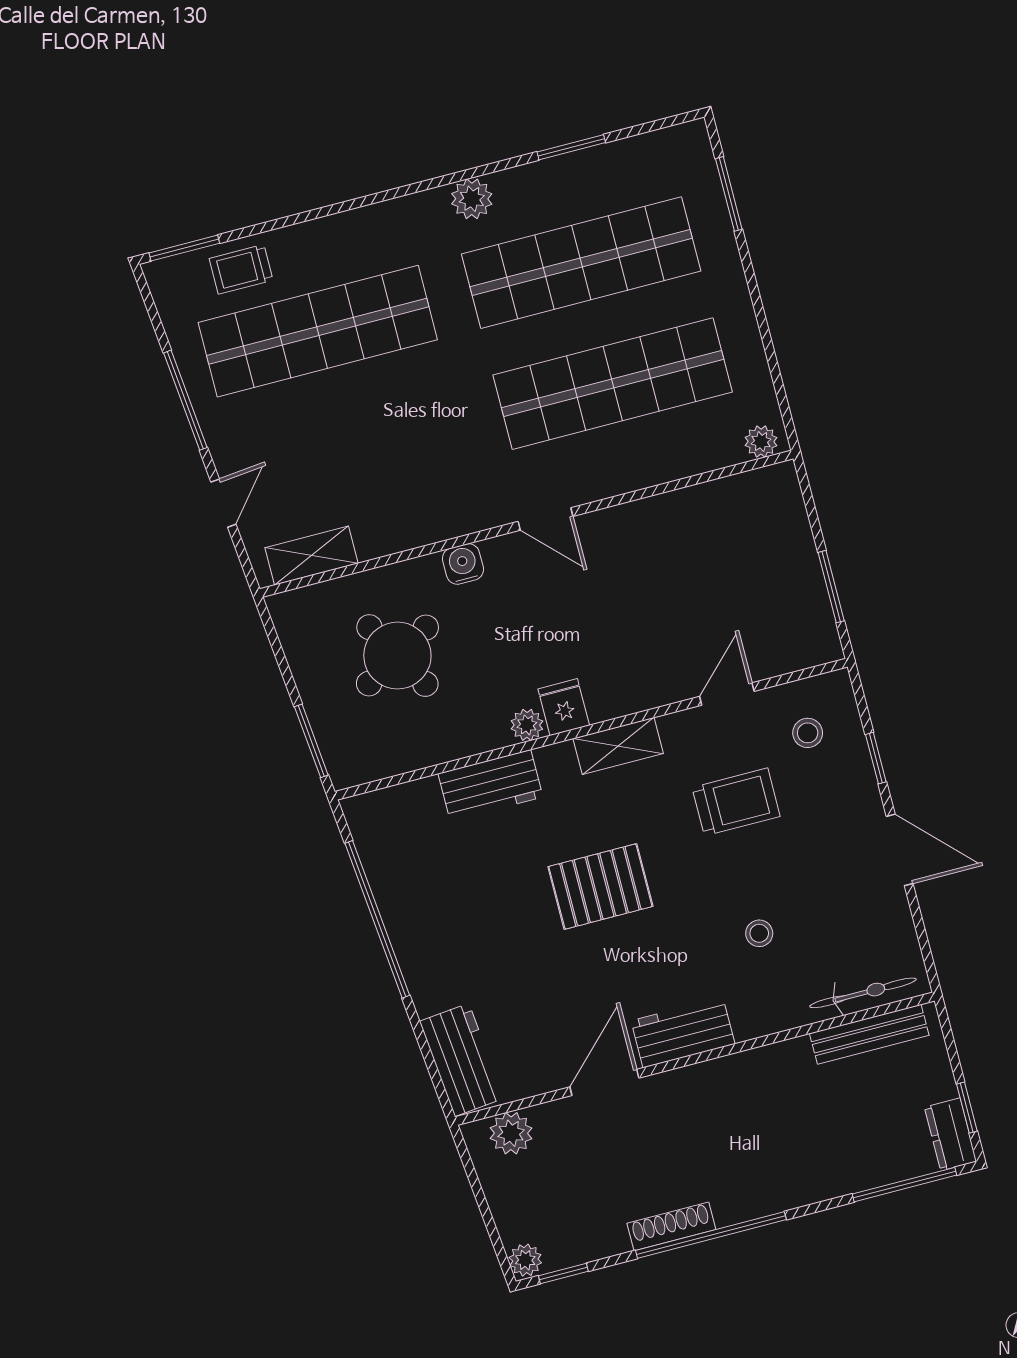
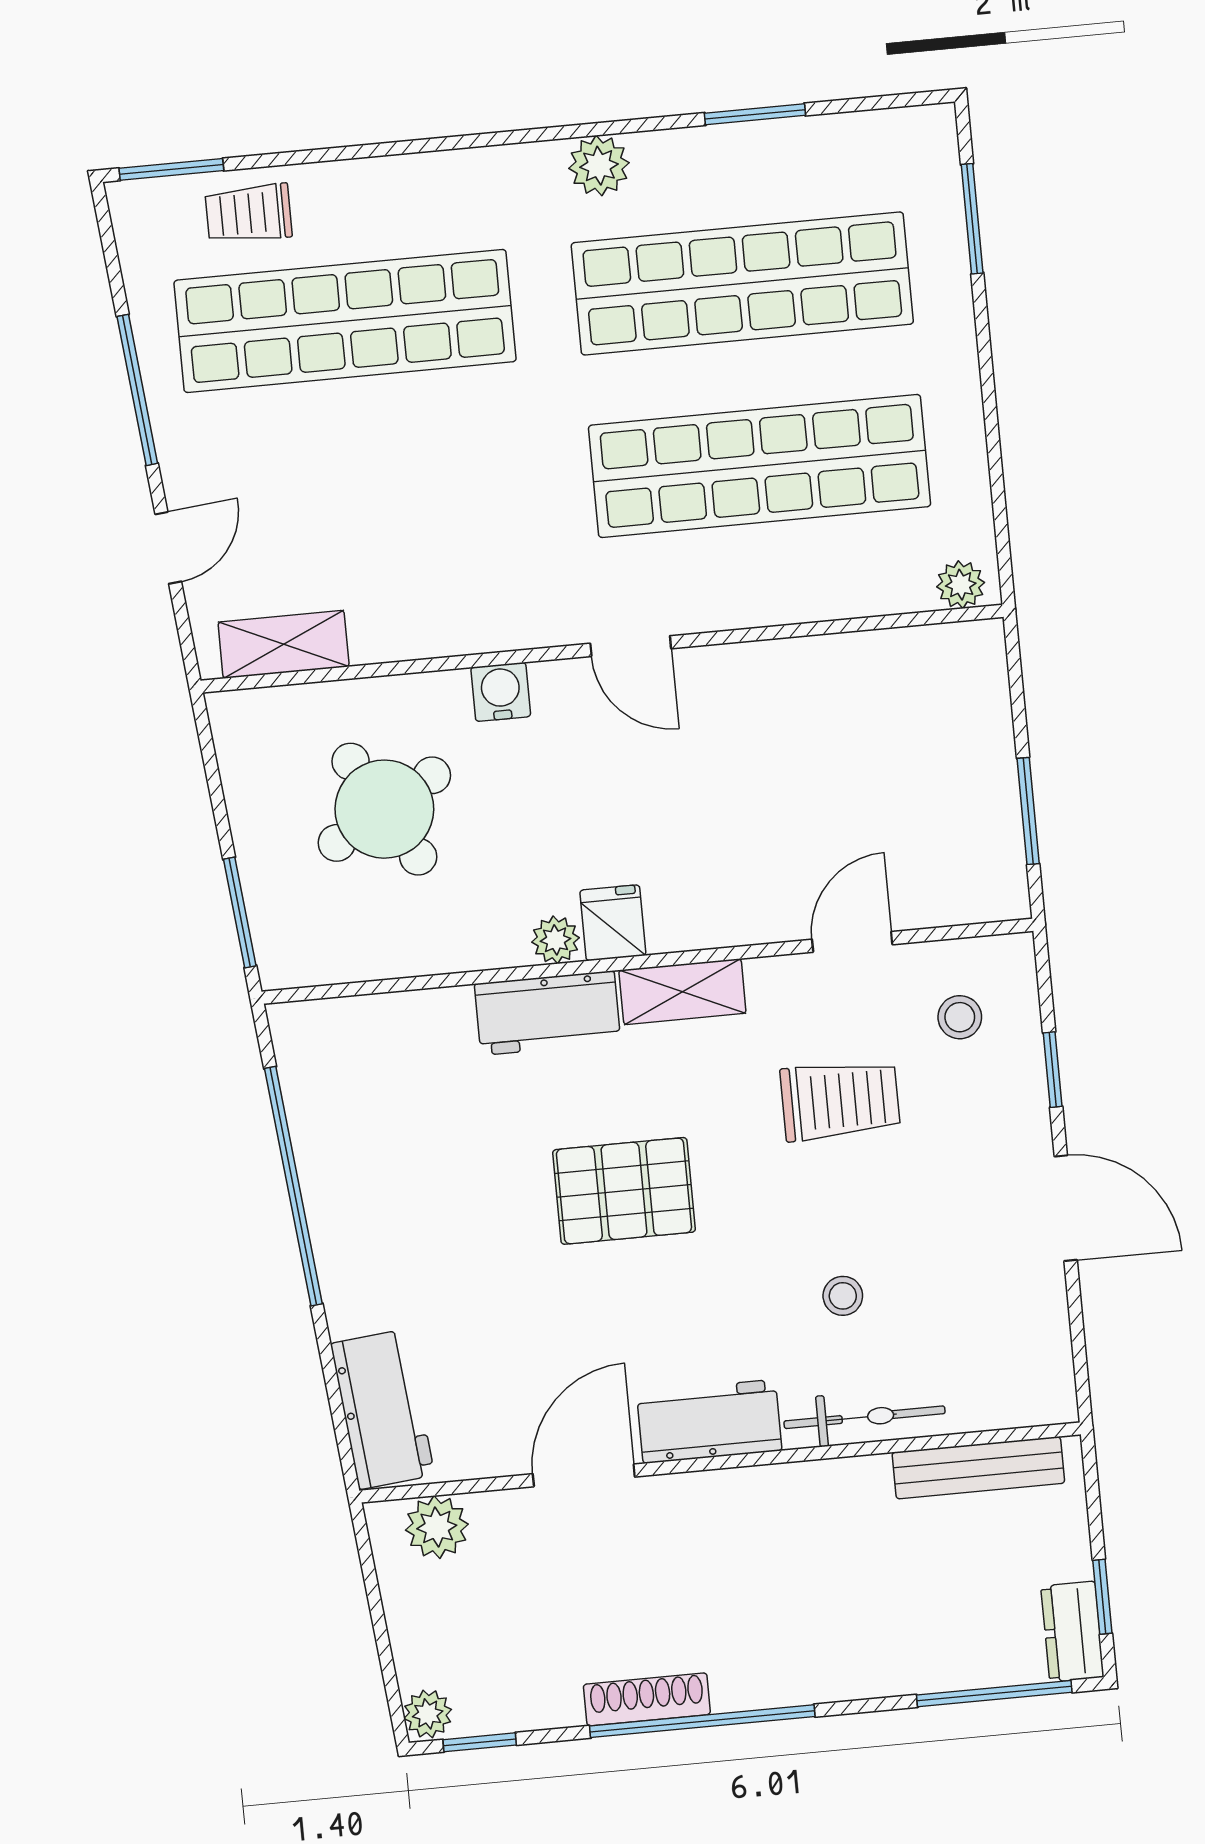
workbench: (490, 785) -> (548, 1013), moved
bicycle: (863, 993) -> (865, 1417), moved

